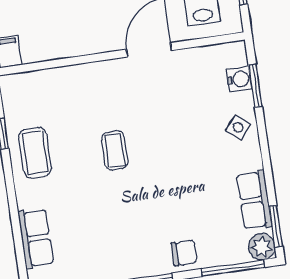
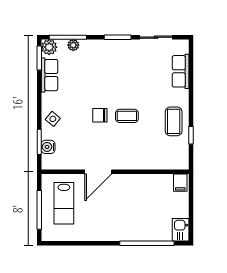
coffee table: (115, 150) -> (127, 116), turned 90
chair: (184, 253) -> (100, 115), moved
plant: (222, 256) -> (73, 45), added

